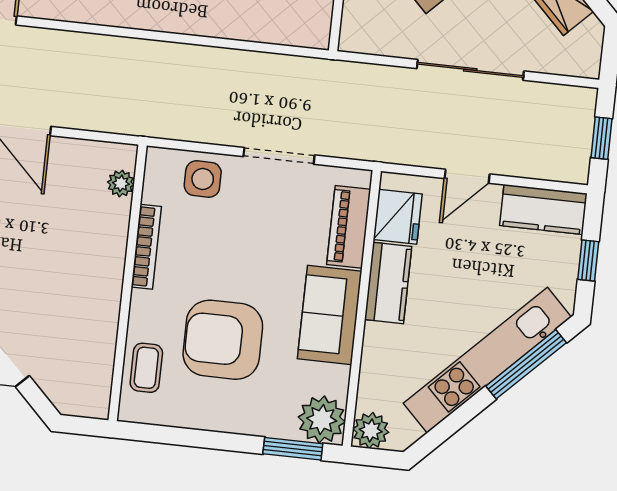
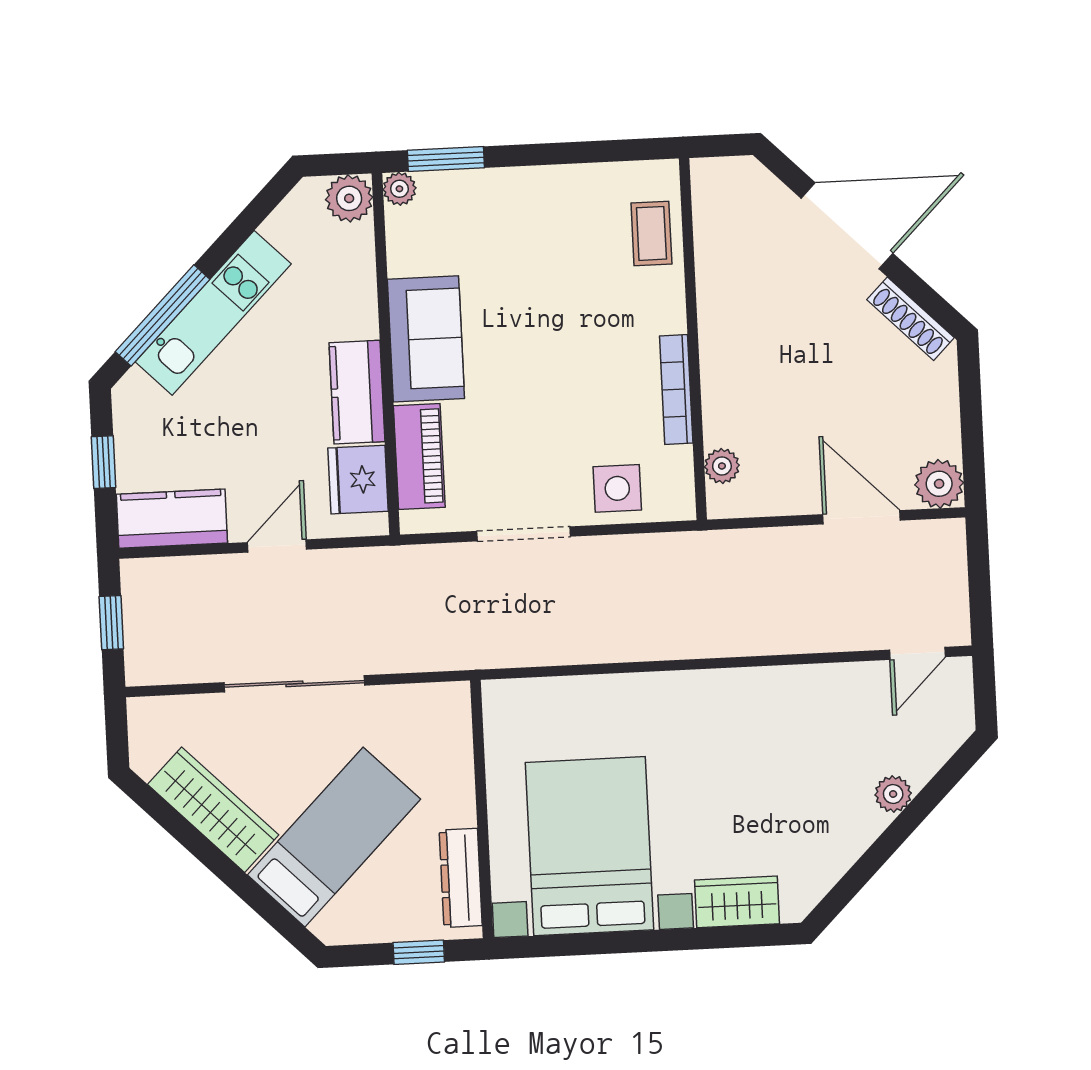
armchair: (223, 340) -> (559, 285), removed
kitchen unit: (487, 360) -> (213, 313), width x0.73
plant: (322, 419) -> (399, 189), width x0.53, depth x0.53

